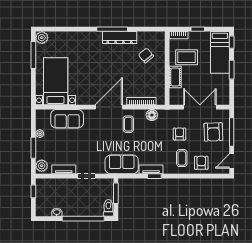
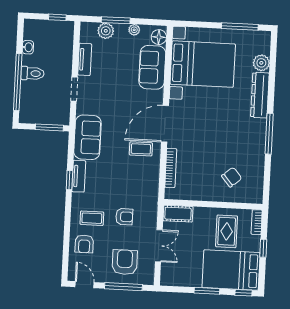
dresser: (120, 37) -> (260, 95), moved
plant: (42, 38) -> (261, 63), moved
bed: (220, 52) -> (231, 270), width x1.50
cot: (175, 77) -> (178, 214), moved
bed with nightstands: (56, 81) -> (203, 64), width x1.36
door: (109, 107) -> (165, 124), swing flipped
double door: (200, 107) -> (159, 246), width x0.73
floor lamp: (152, 115) -> (159, 37), moved
armchair: (213, 132) -> (125, 262), turned 92
armchair: (201, 163) -> (84, 244), turned 90
plant: (42, 166) -> (106, 31), moved
toilet: (108, 208) -> (32, 73), moved

